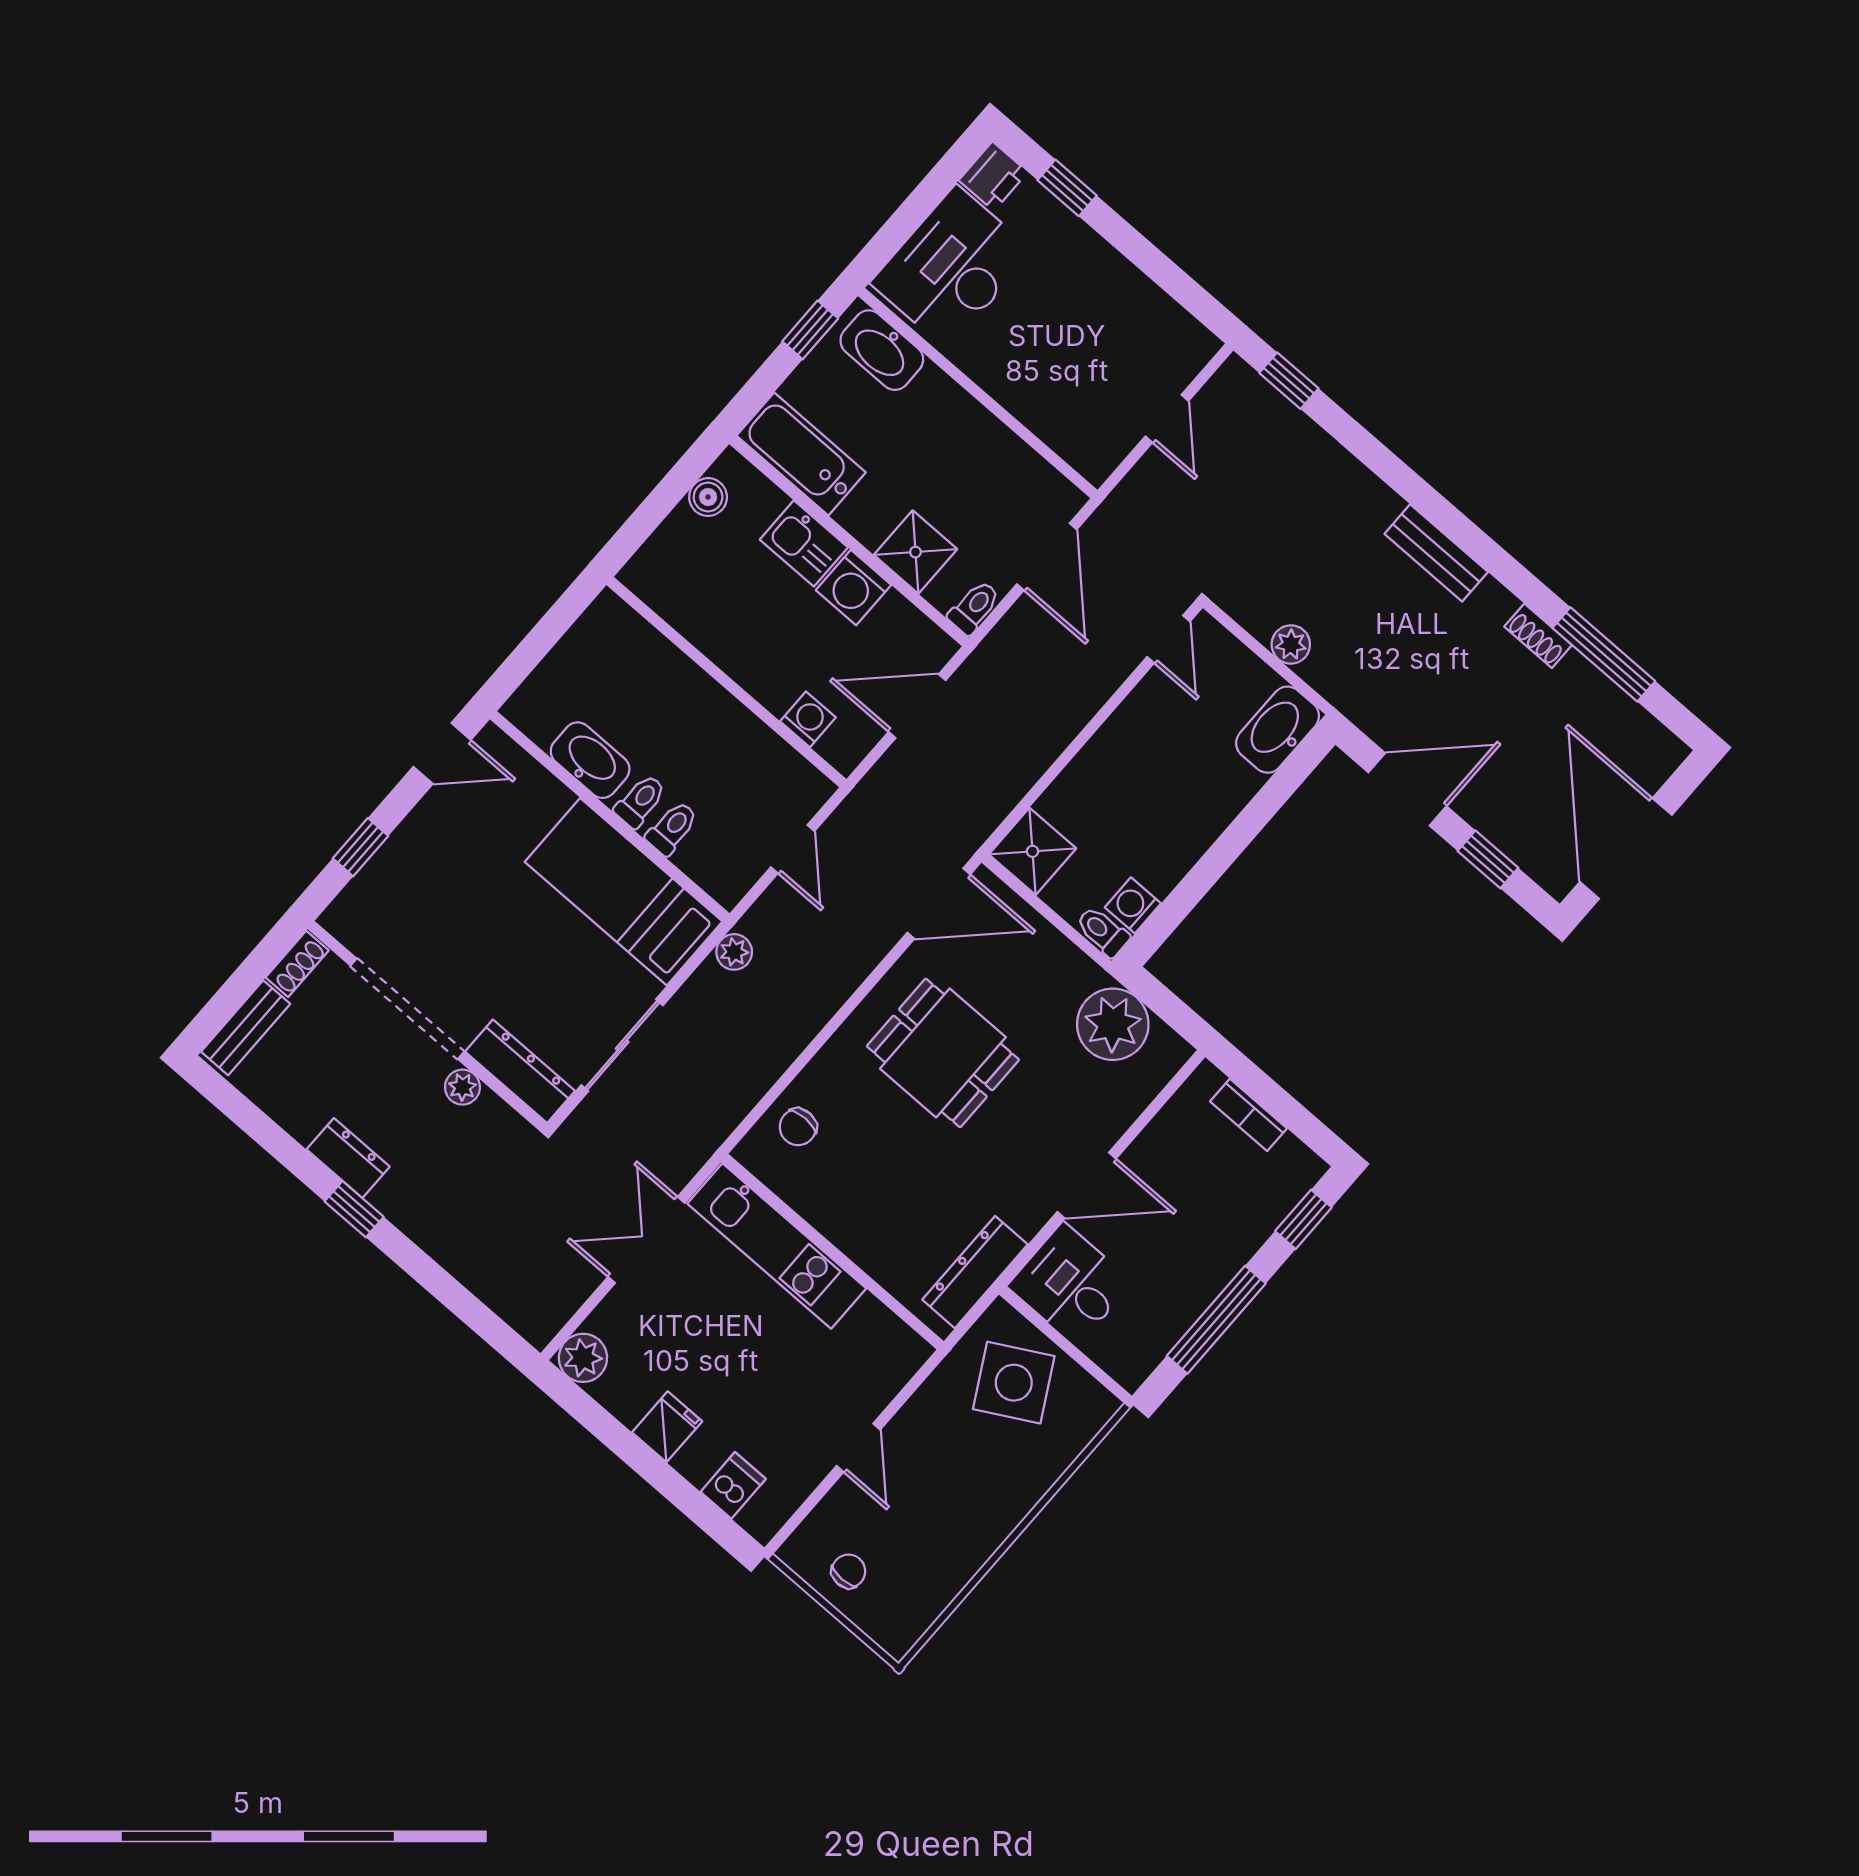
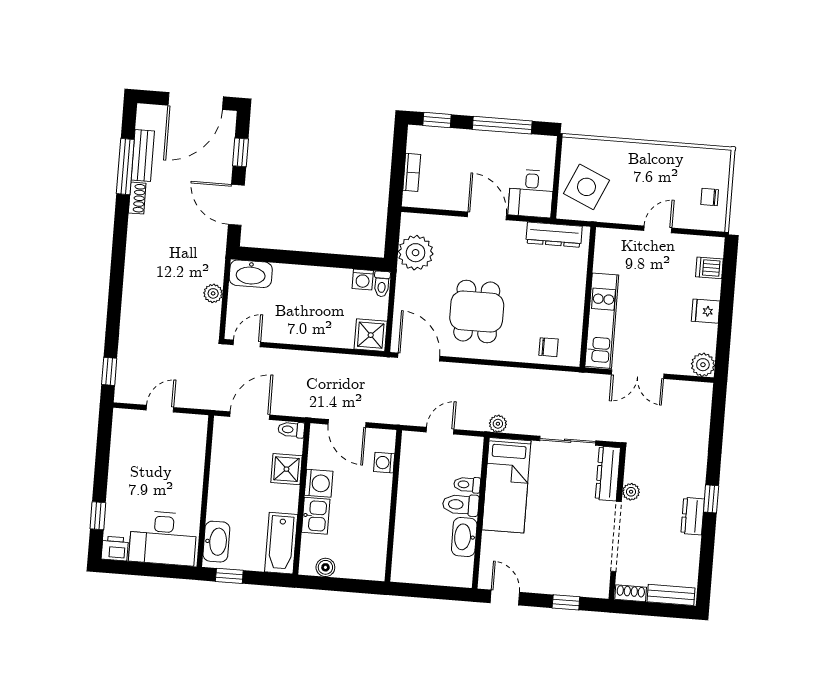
bench: (1436, 553) -> (143, 156), moved
toilet: (640, 801) -> (461, 505), width x1.37, depth x1.39
side table: (1014, 1383) -> (586, 187), turned -37

